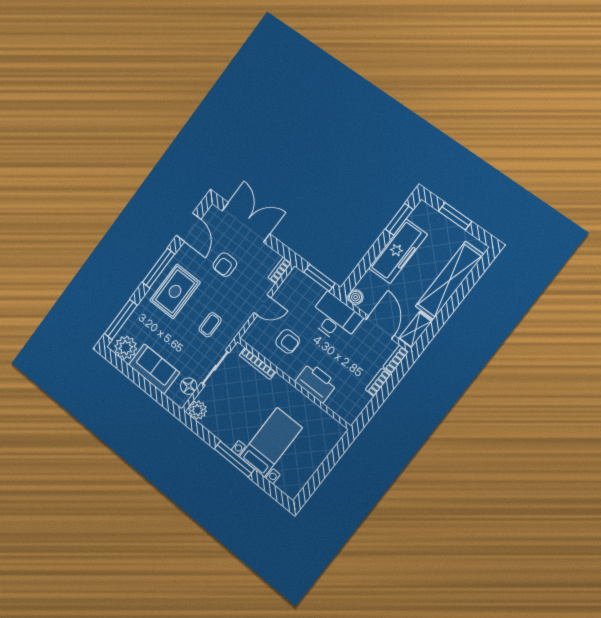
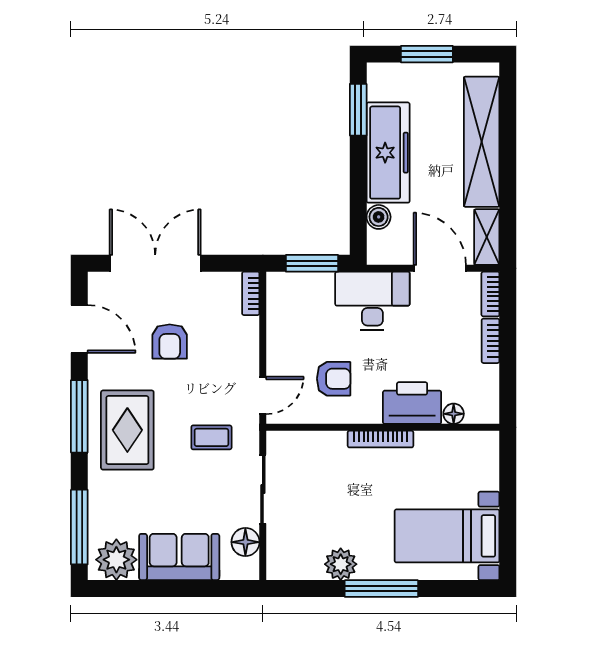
boiler: (356, 297) -> (379, 217), moved
door: (262, 305) -> (263, 395), moved
coffee table: (210, 325) -> (211, 437), turned 90
bookcase: (257, 364) -> (380, 439), moved
floor lamp: (332, 403) -> (454, 414), added
plant: (198, 410) -> (341, 564), moved
bed with nightstands: (271, 442) -> (447, 536), moved, turned -90

